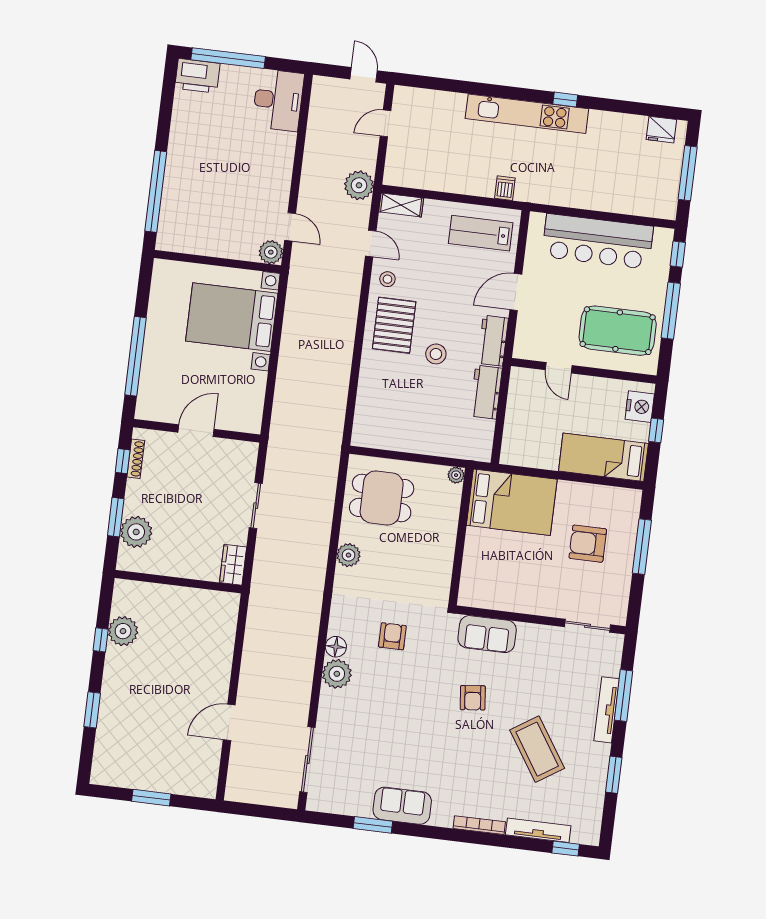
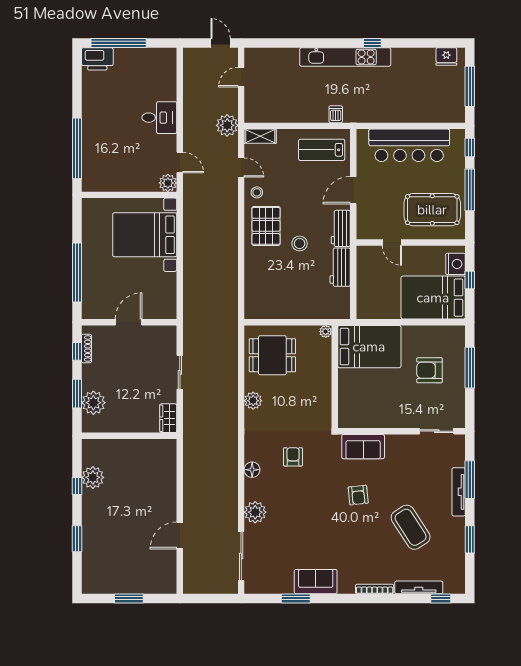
desk: (278, 100) -> (159, 118), moved, width x0.73
bed: (603, 457) -> (433, 298), width x1.50
plant: (337, 674) -> (255, 512), moved

